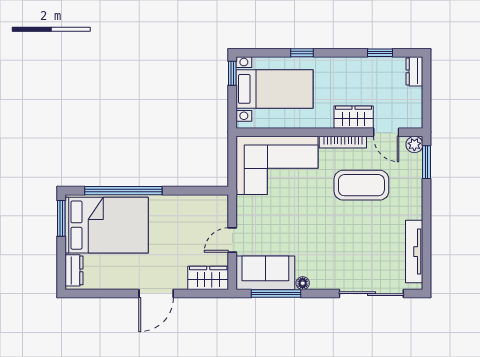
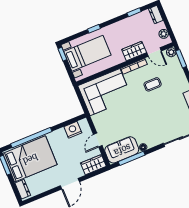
plant: (414, 109) -> (164, 34), added
coffee table: (361, 185) -> (153, 84), width x0.54, depth x0.58
nightstand: (198, 206) -> (73, 130), added

